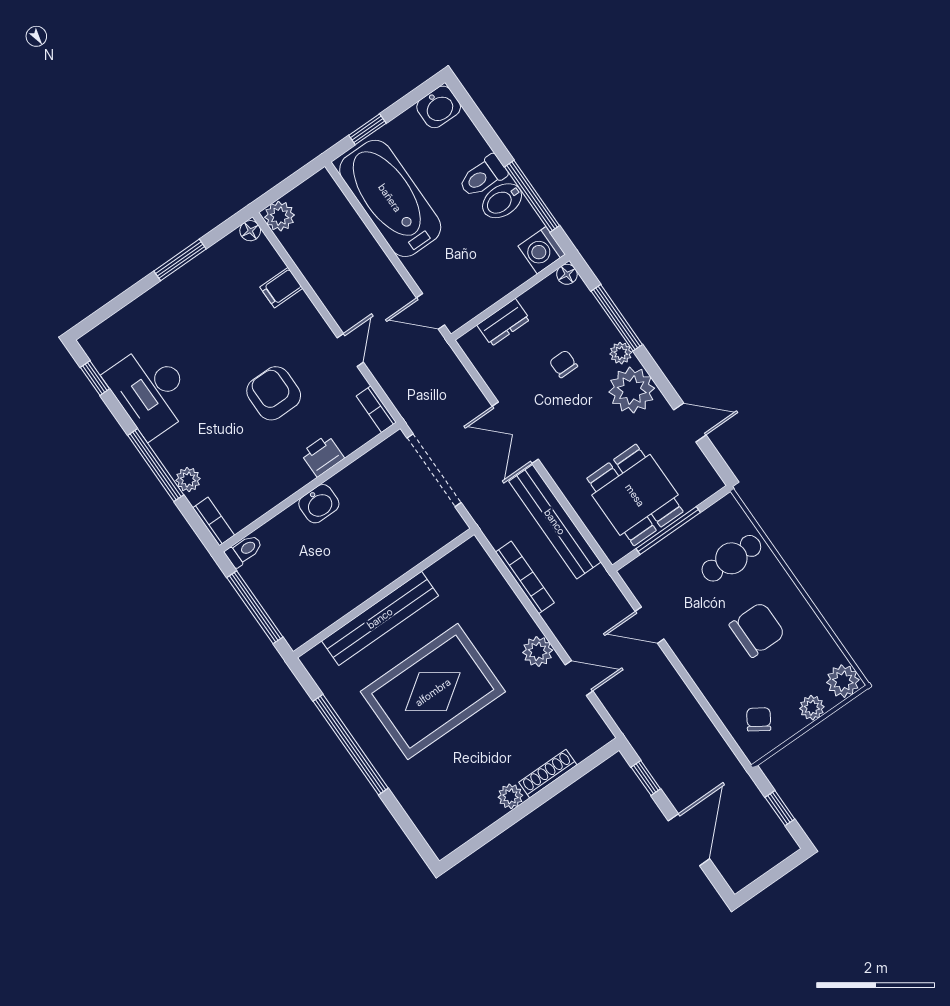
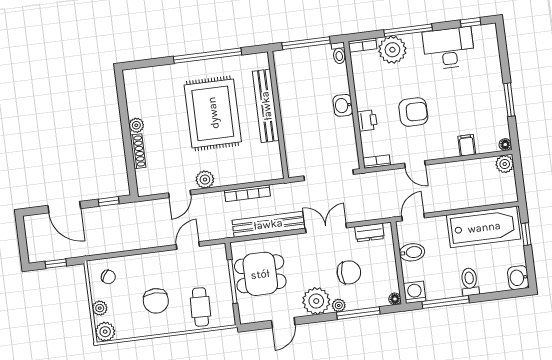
bidet: (502, 201) -> (412, 252), moved, turned 90
dresser: (503, 322) -> (369, 233), moved, turned -90
chair: (564, 364) -> (349, 272), width x1.87, depth x1.87
plant: (188, 480) -> (392, 50), width x1.87, depth x1.87

